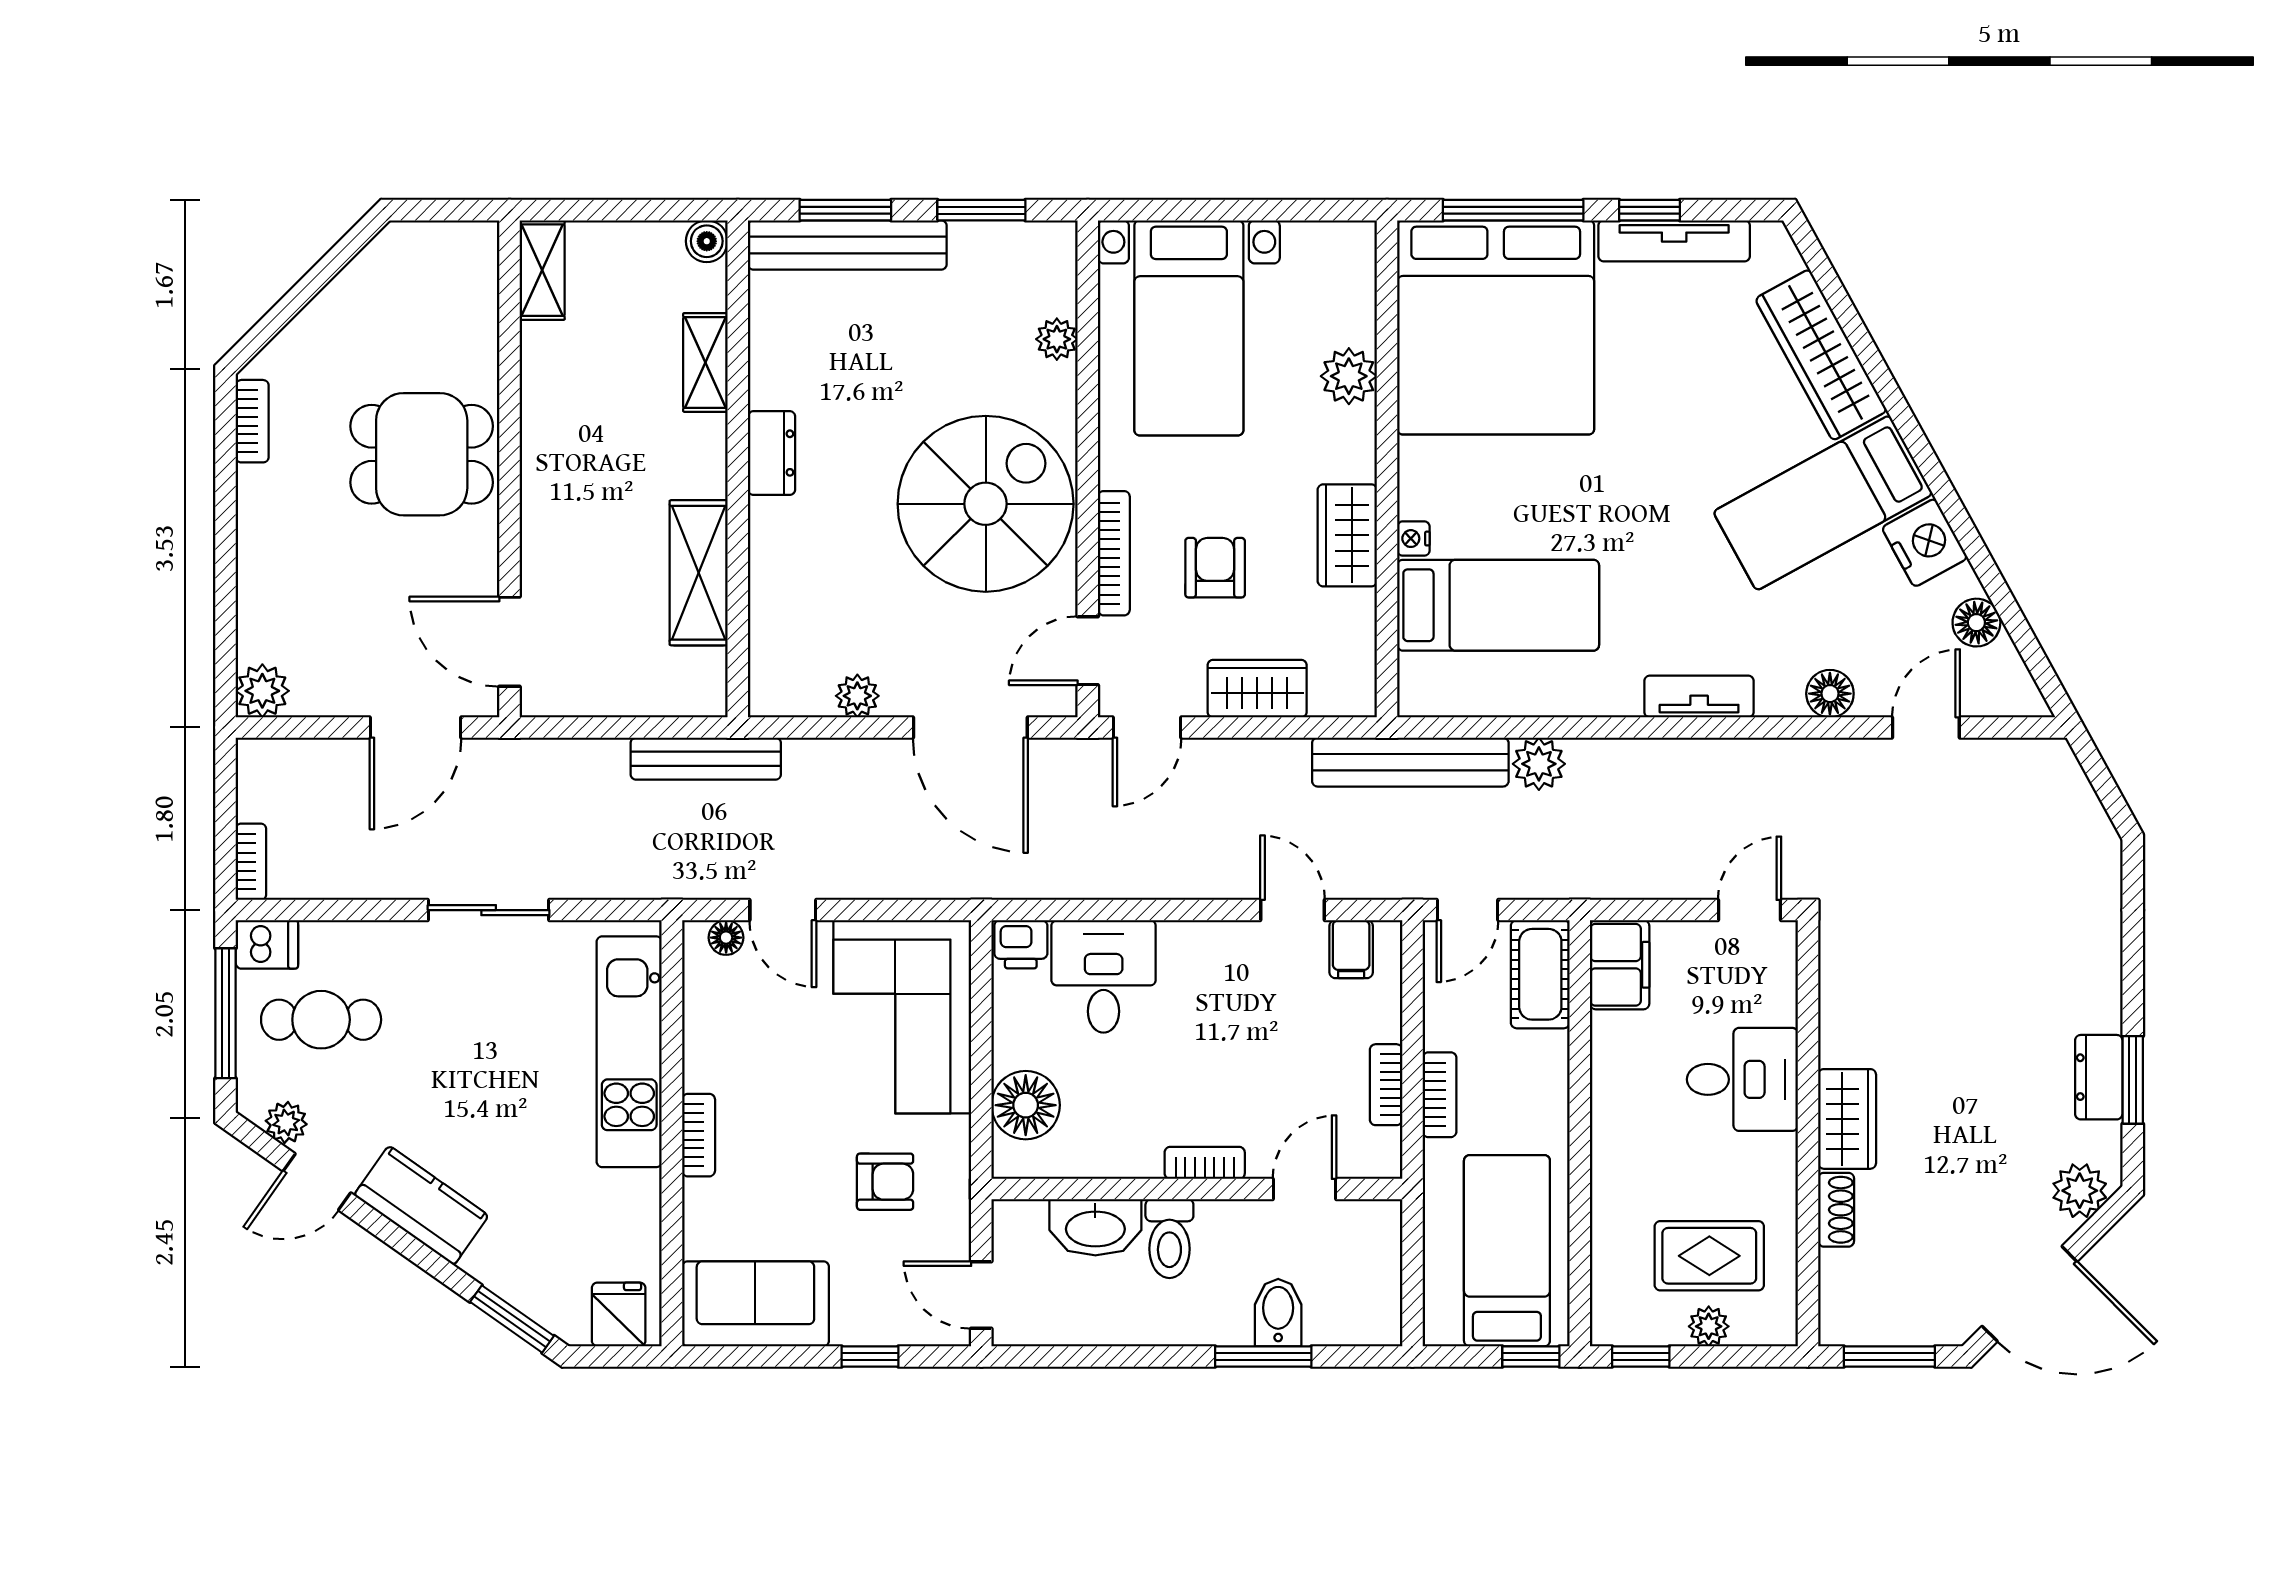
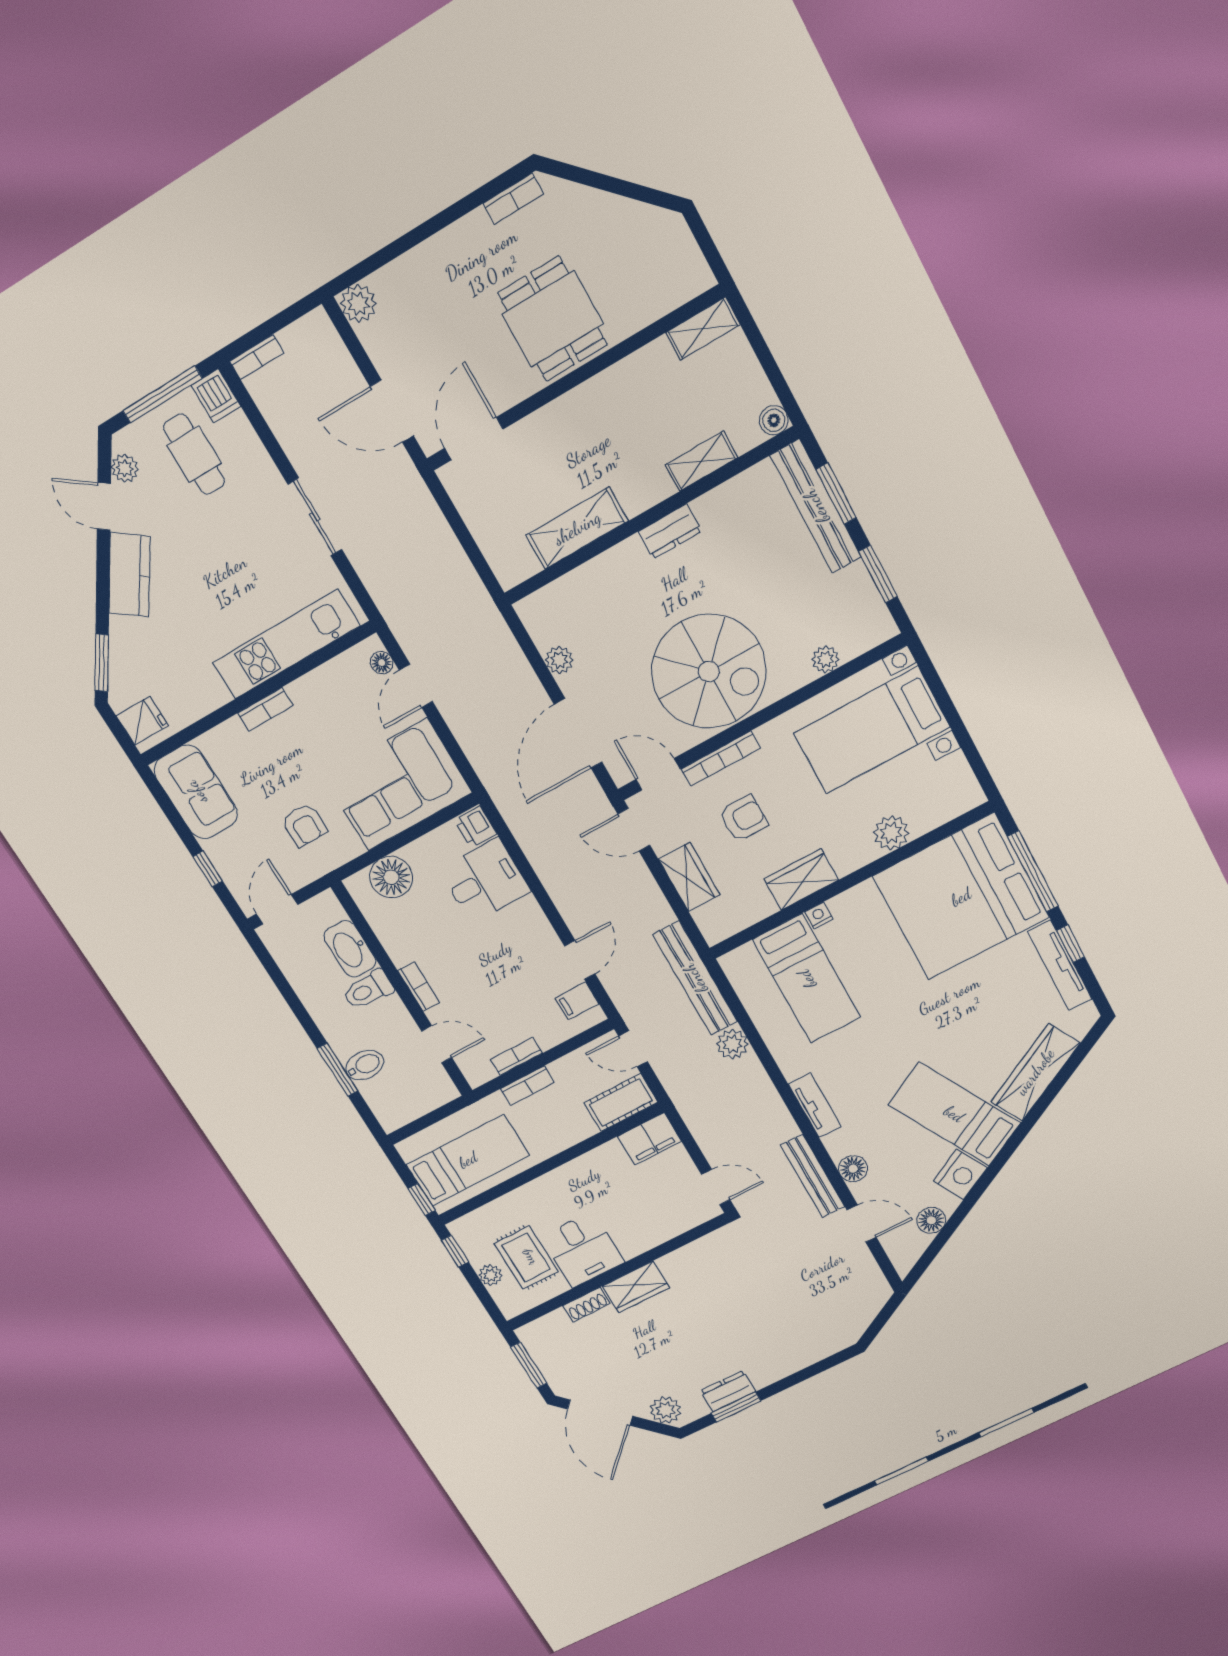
bench: (706, 759) -> (813, 1176), moved
desk: (1742, 1079) -> (583, 1249), moved

